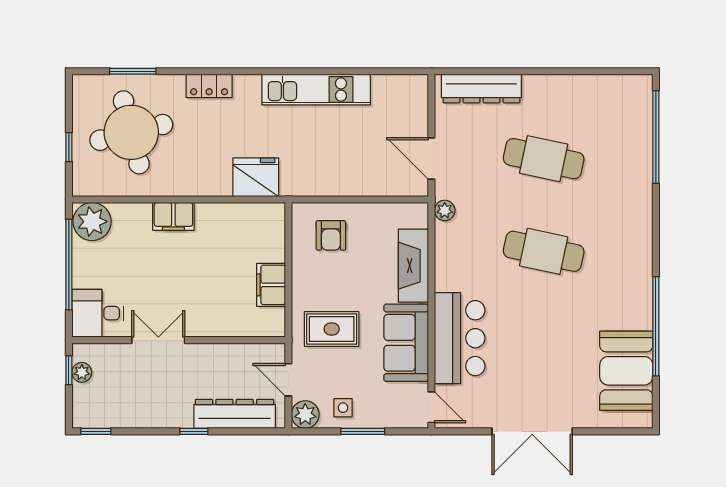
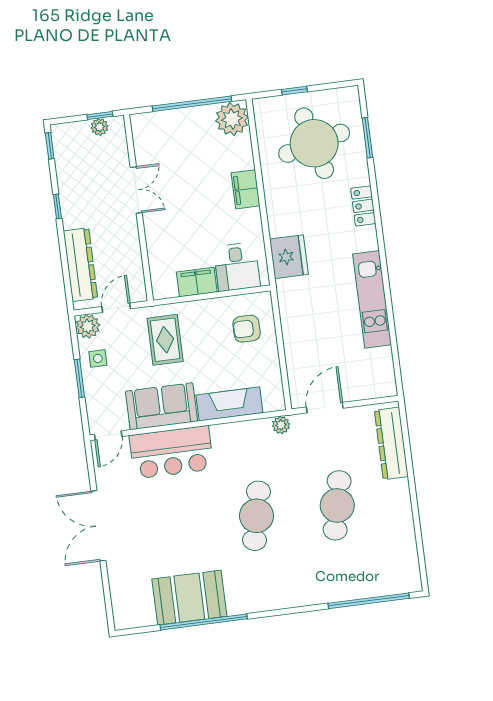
desk: (98, 313) -> (237, 267), moved, turned 180
booth: (626, 371) -> (189, 598), moved
window: (194, 431) -> (57, 206), moved

